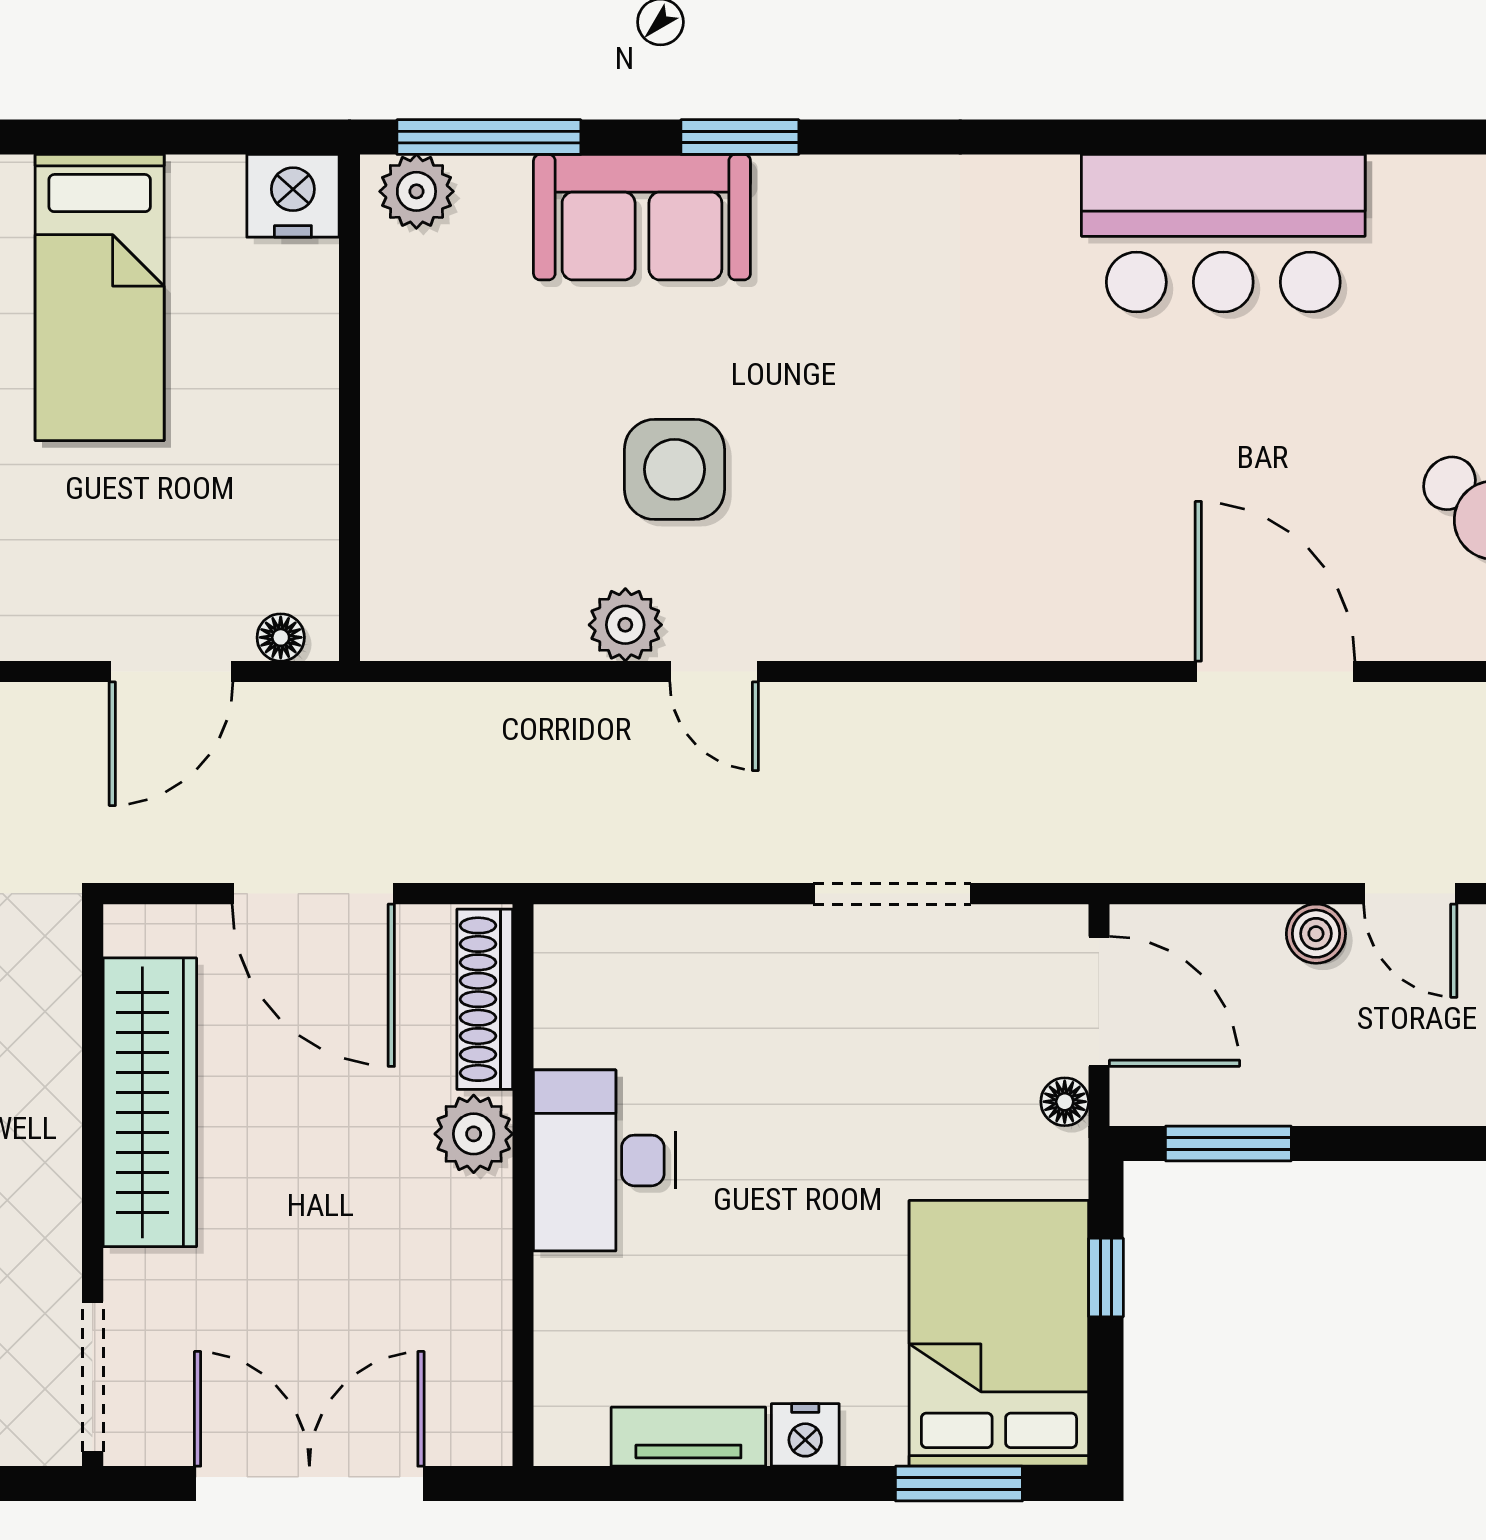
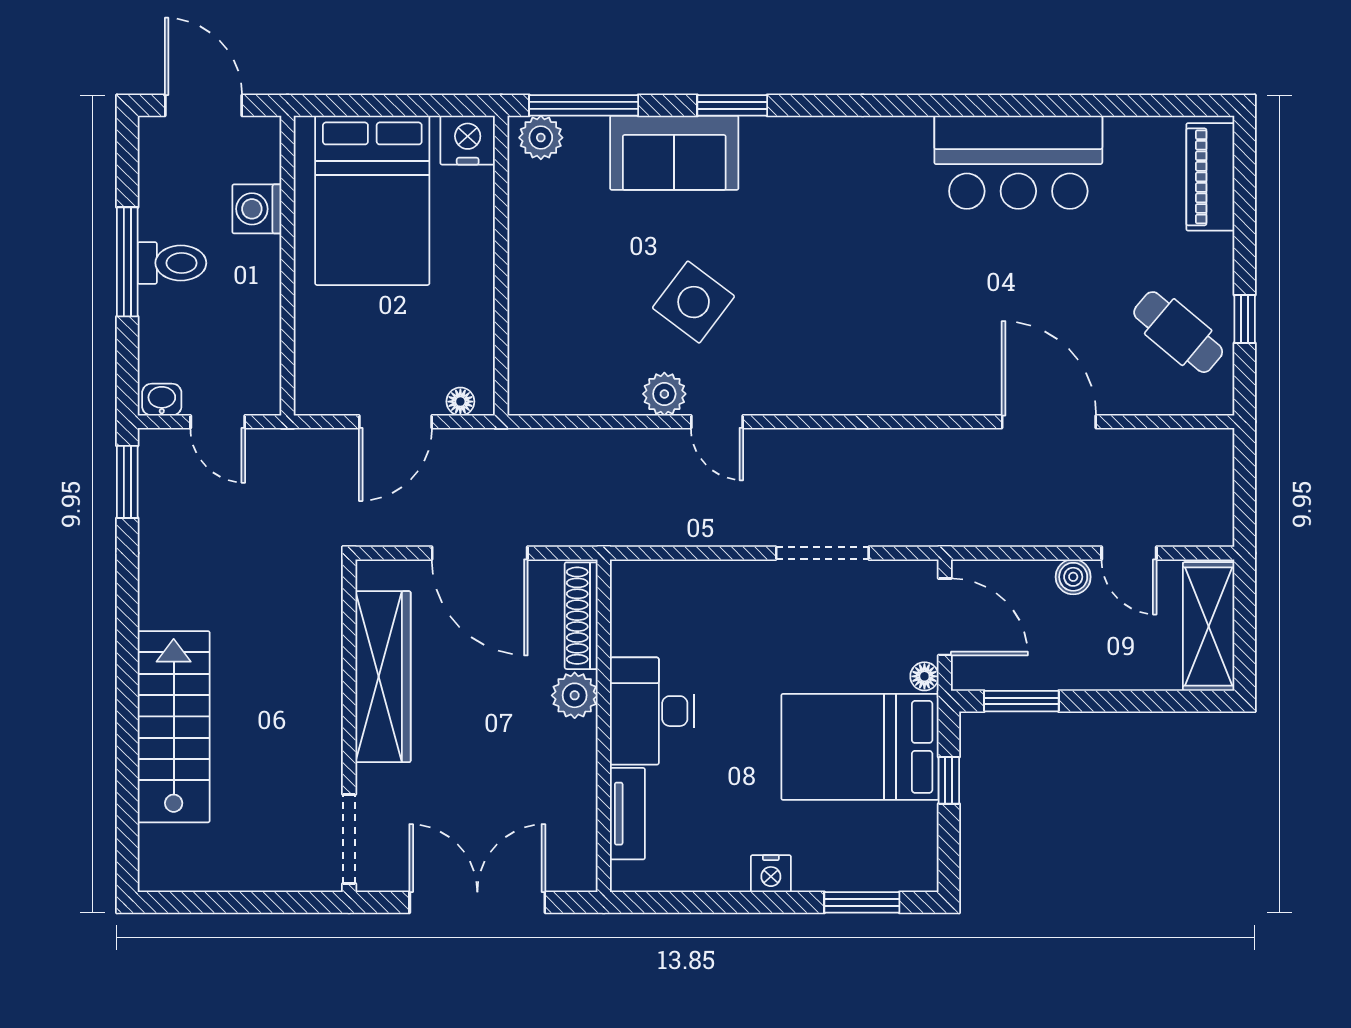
bed: (100, 298) -> (372, 200), width x1.50
side table: (675, 469) -> (694, 302), turned 37
bed: (999, 1333) -> (860, 747), moved, turned -90
tv unit: (688, 1437) -> (627, 814), moved, turned 90

